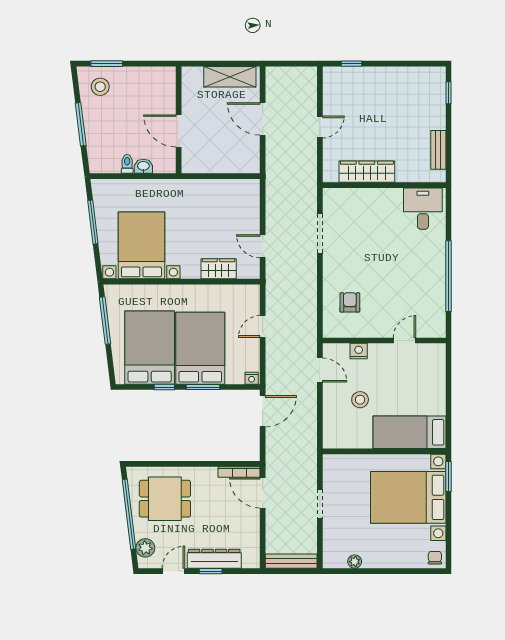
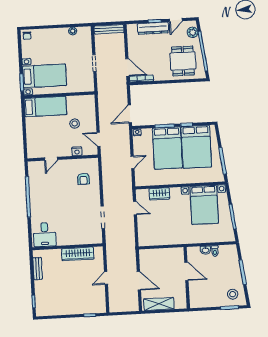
bed with nightstands: (408, 497) -> (44, 76), width x0.73
dining table: (165, 499) -> (183, 61), turned 90

